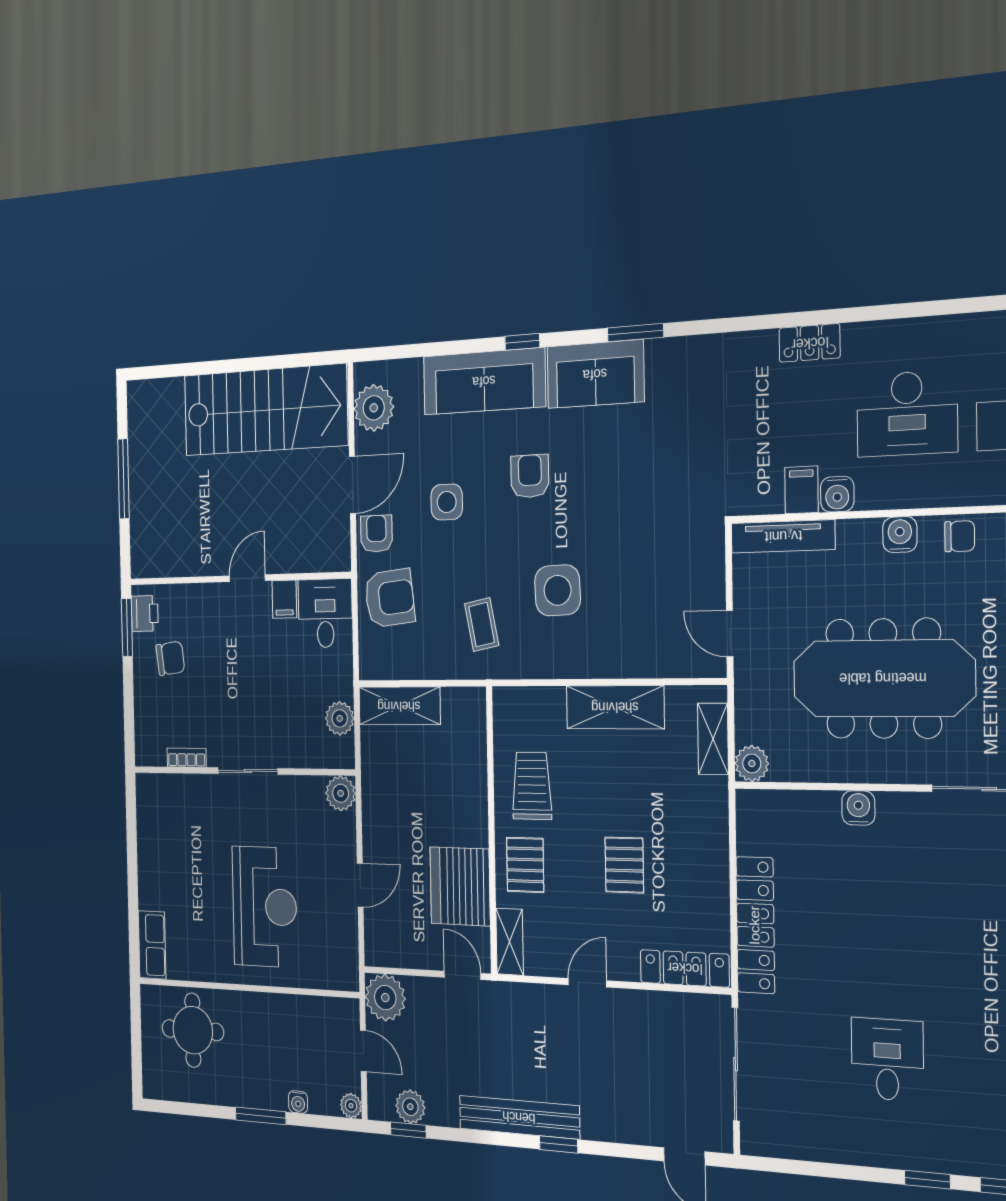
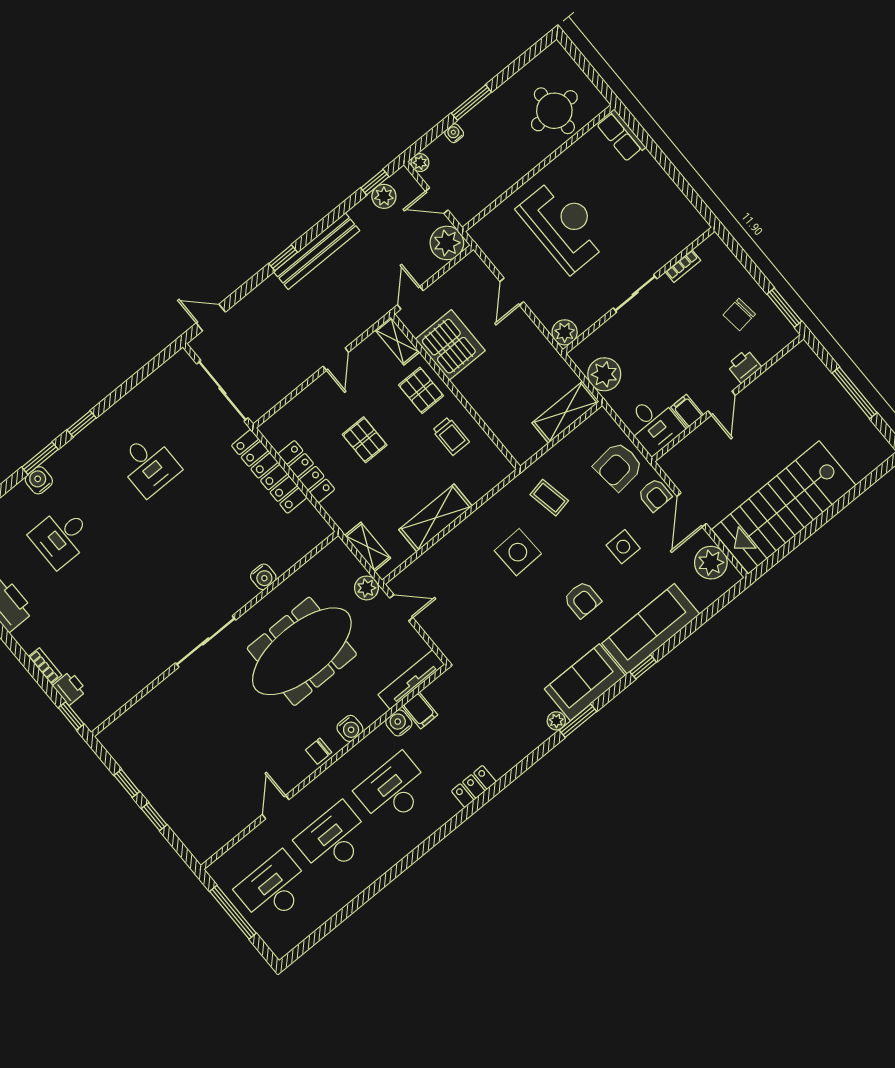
plant: (659, 352) -> (556, 721), added
printer: (145, 614) -> (744, 366), moved, turned 90
plant: (340, 718) -> (604, 374), width x1.36, depth x1.36
plant: (752, 763) -> (366, 588), moved
trolley: (532, 786) -> (451, 436), width x0.73, depth x0.72
reception desk: (265, 907) -> (563, 225), turned 180
locker: (685, 968) -> (306, 472), moved, turned -90
door: (462, 975) -> (410, 298), swing flipped

